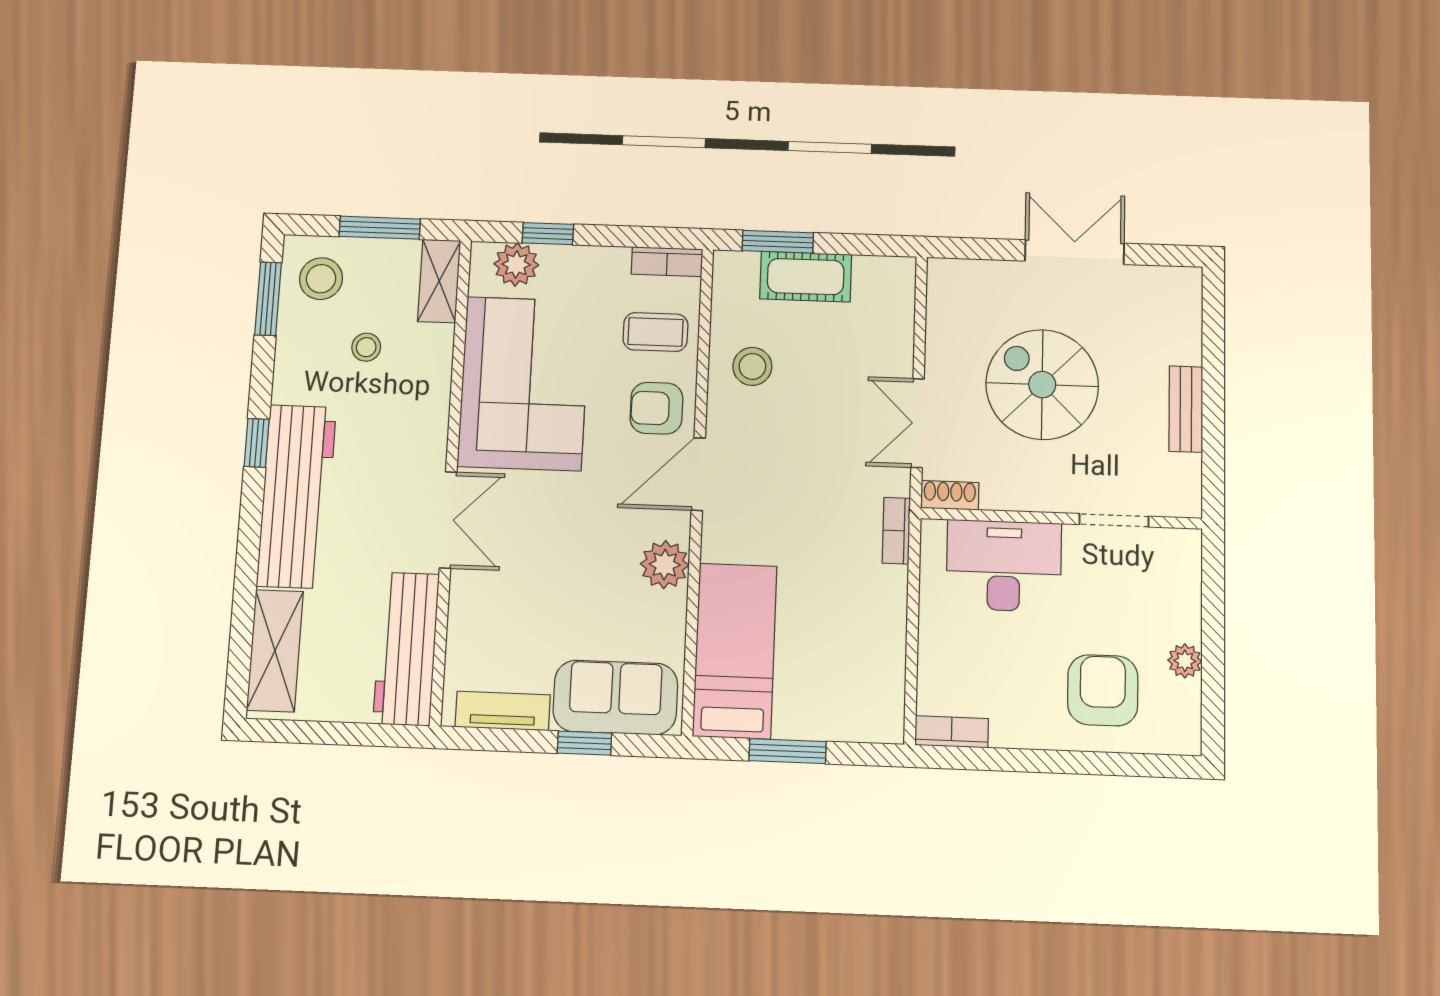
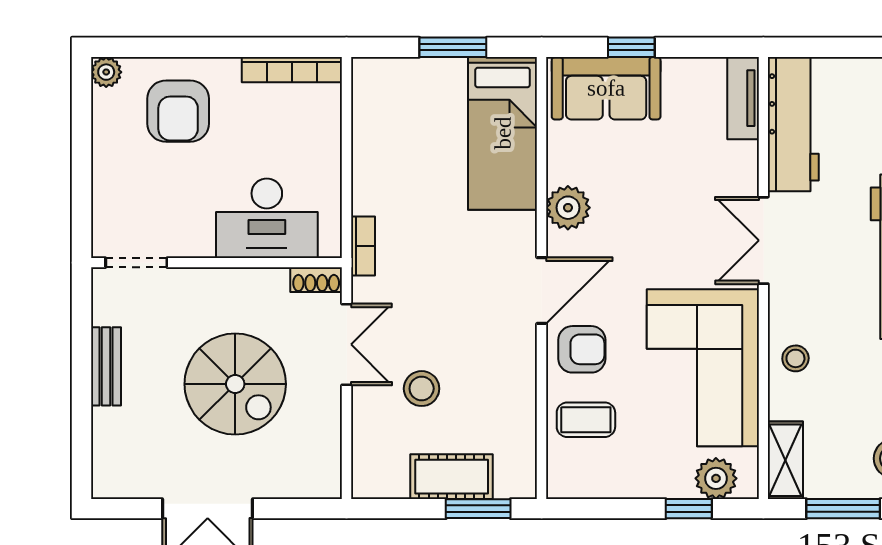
bookcase: (667, 262) -> (578, 486), removed
stool: (366, 347) -> (795, 358), moved
stool: (752, 366) -> (422, 389), moved
doorway: (1114, 520) -> (136, 263), moved
plant: (1185, 661) -> (106, 72), moved
tv unit: (503, 711) -> (743, 98), moved, turned 90
bookcase: (952, 732) -> (292, 70), width x1.56

